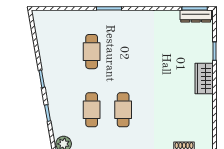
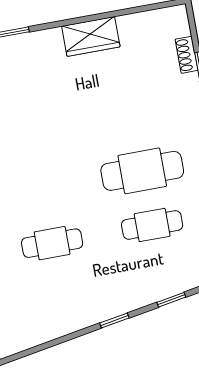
wardrobe: (204, 79) -> (91, 36), moved
cafe table: (123, 110) -> (142, 171), width x1.37, depth x1.35

